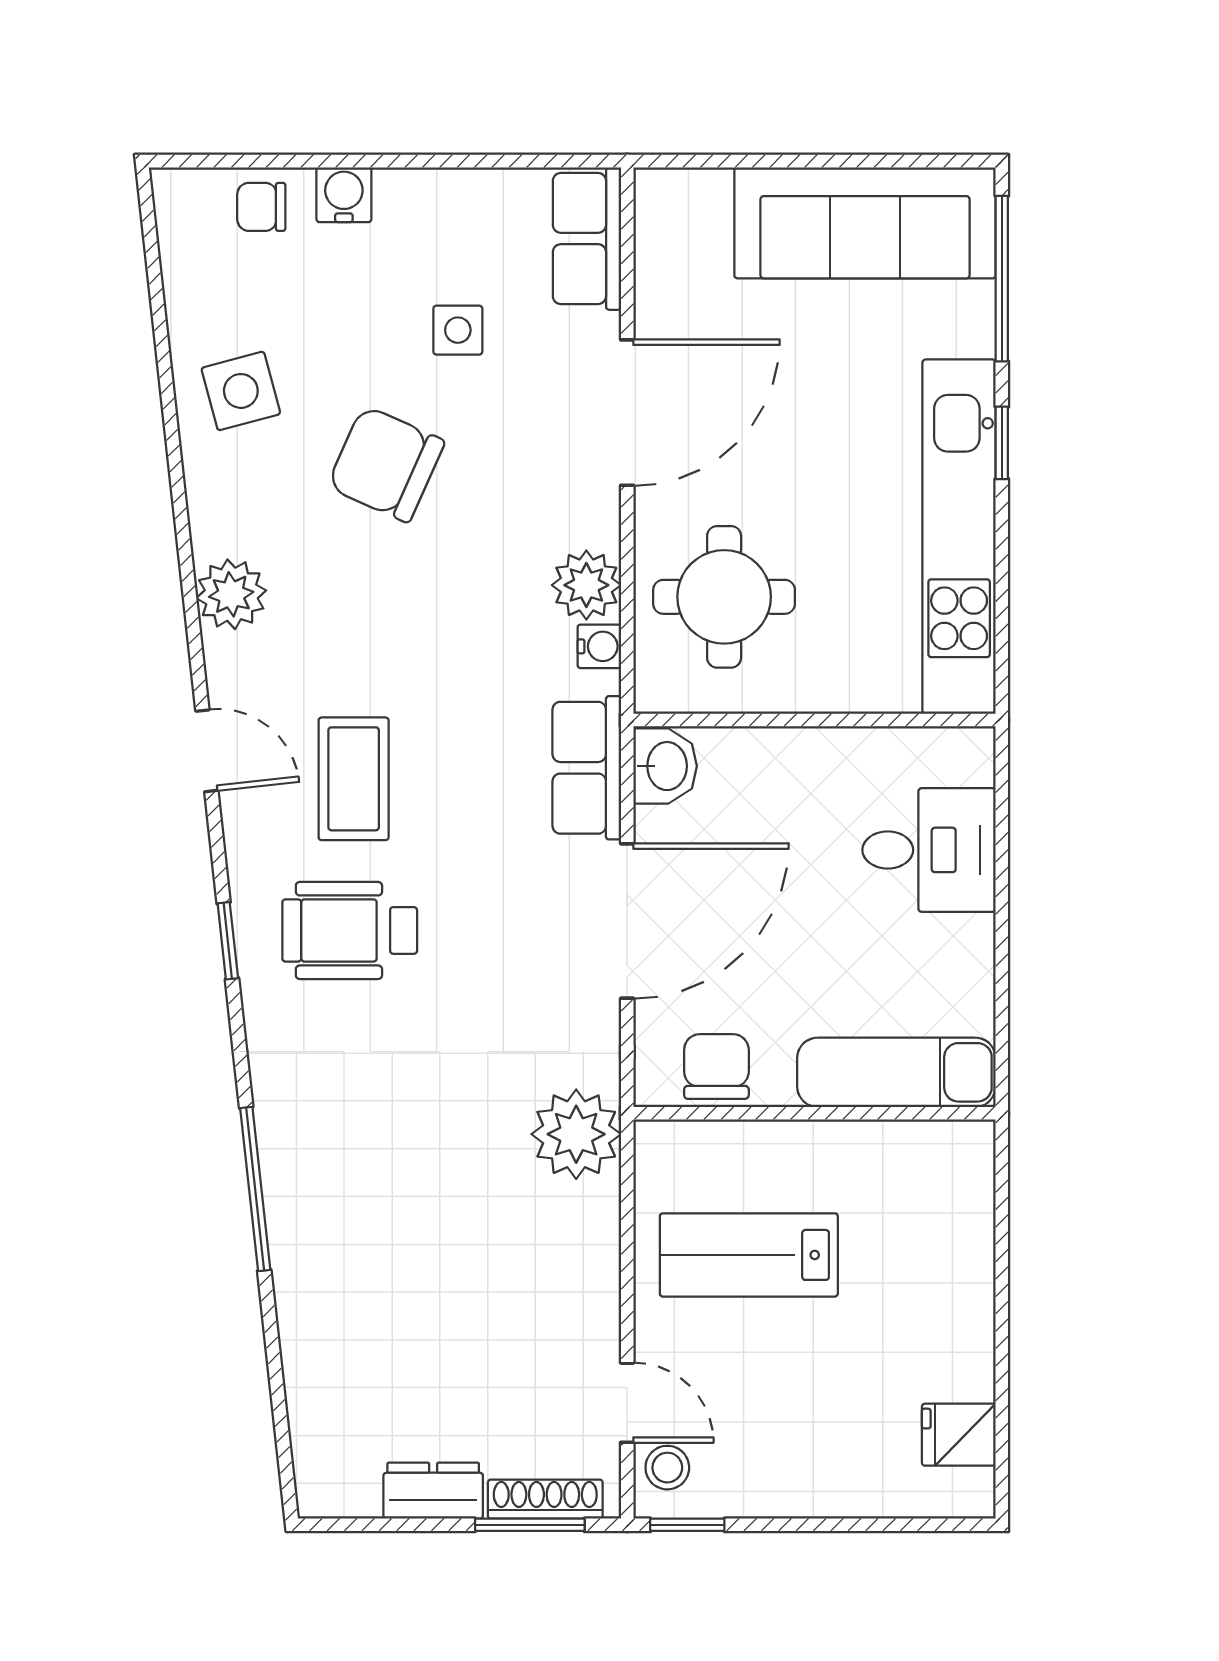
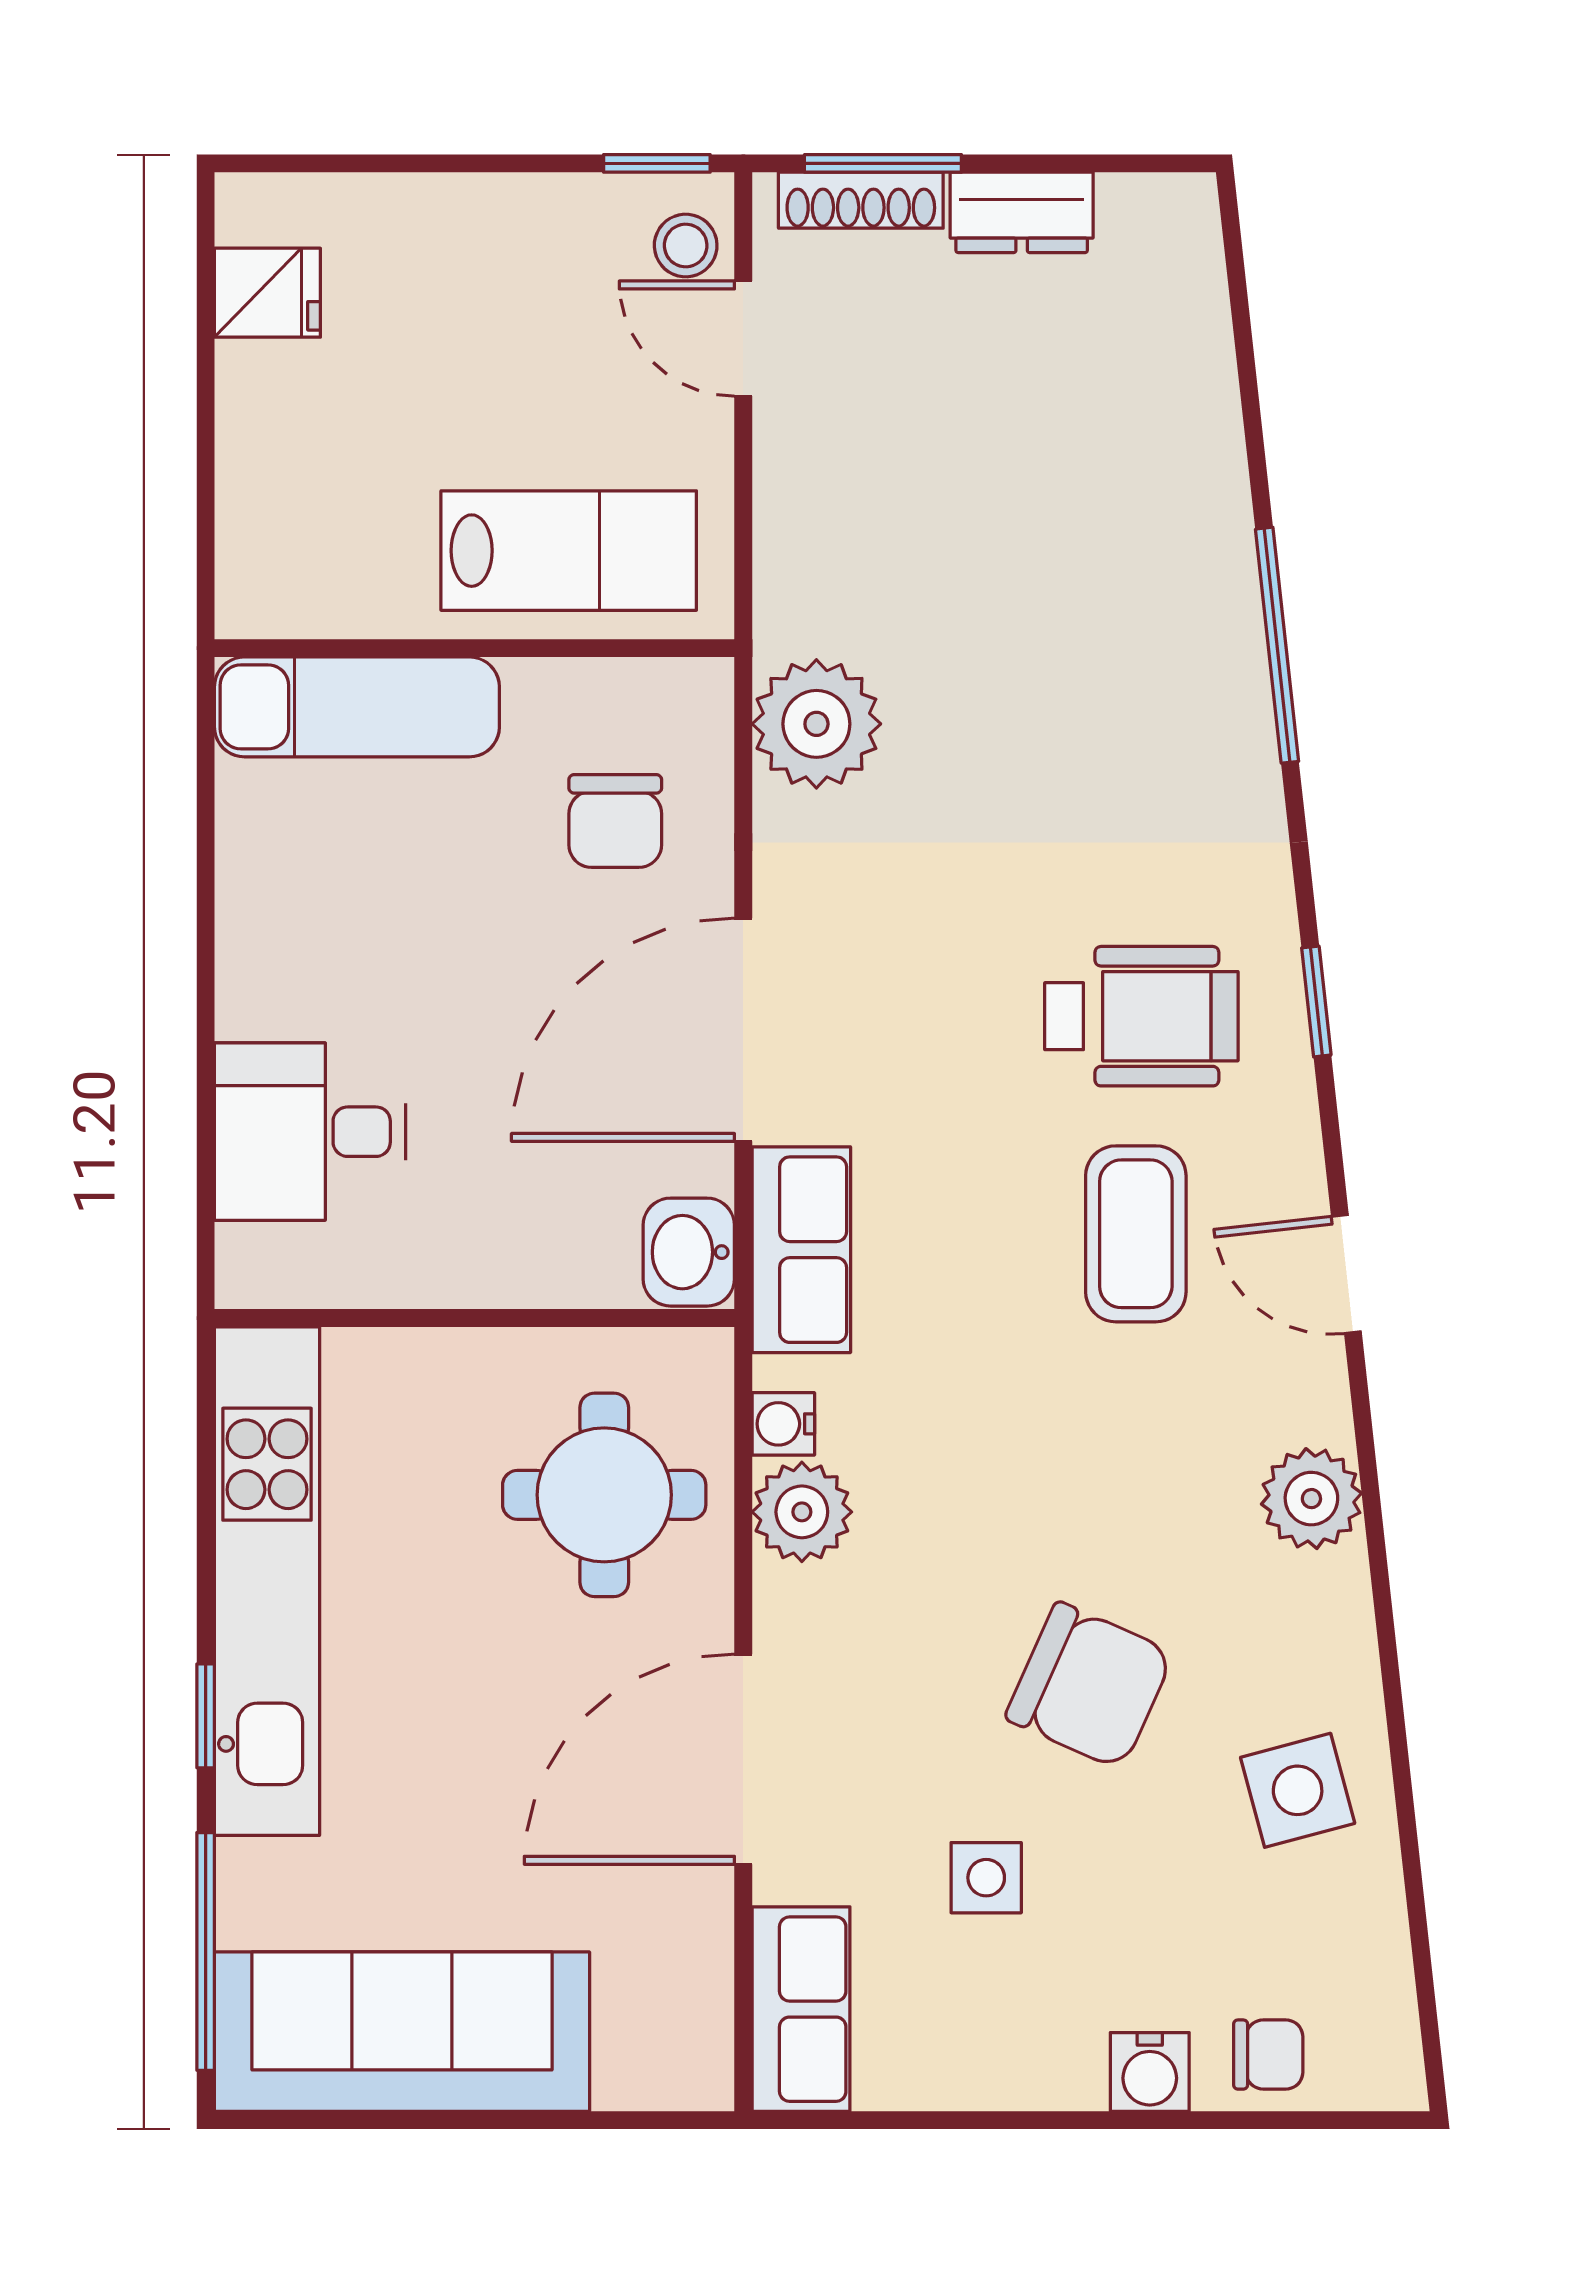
exam couch: (896, 1072) -> (357, 707), moved
wall: (815, 1113) -> (474, 648), moved

